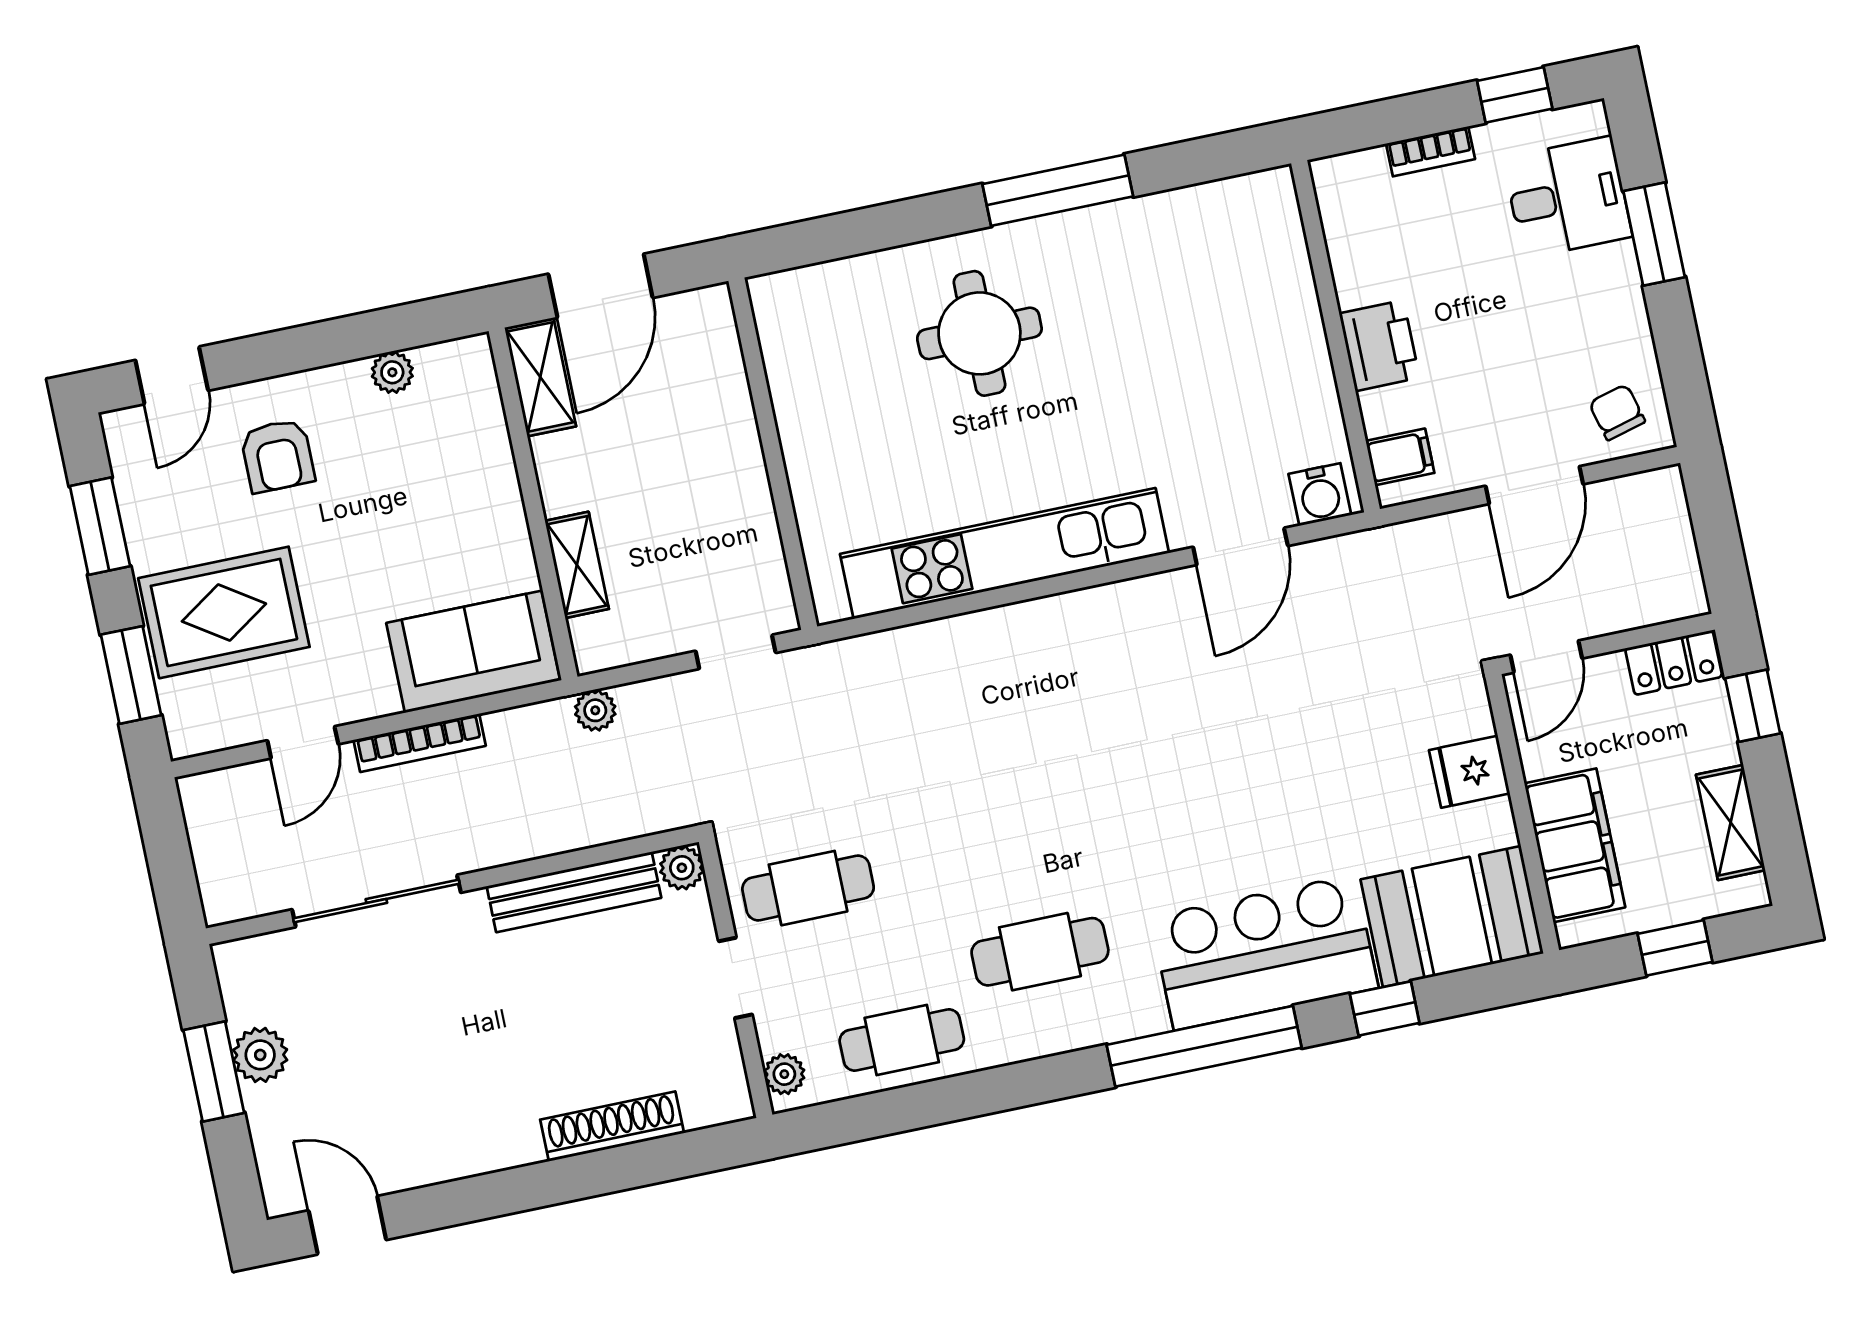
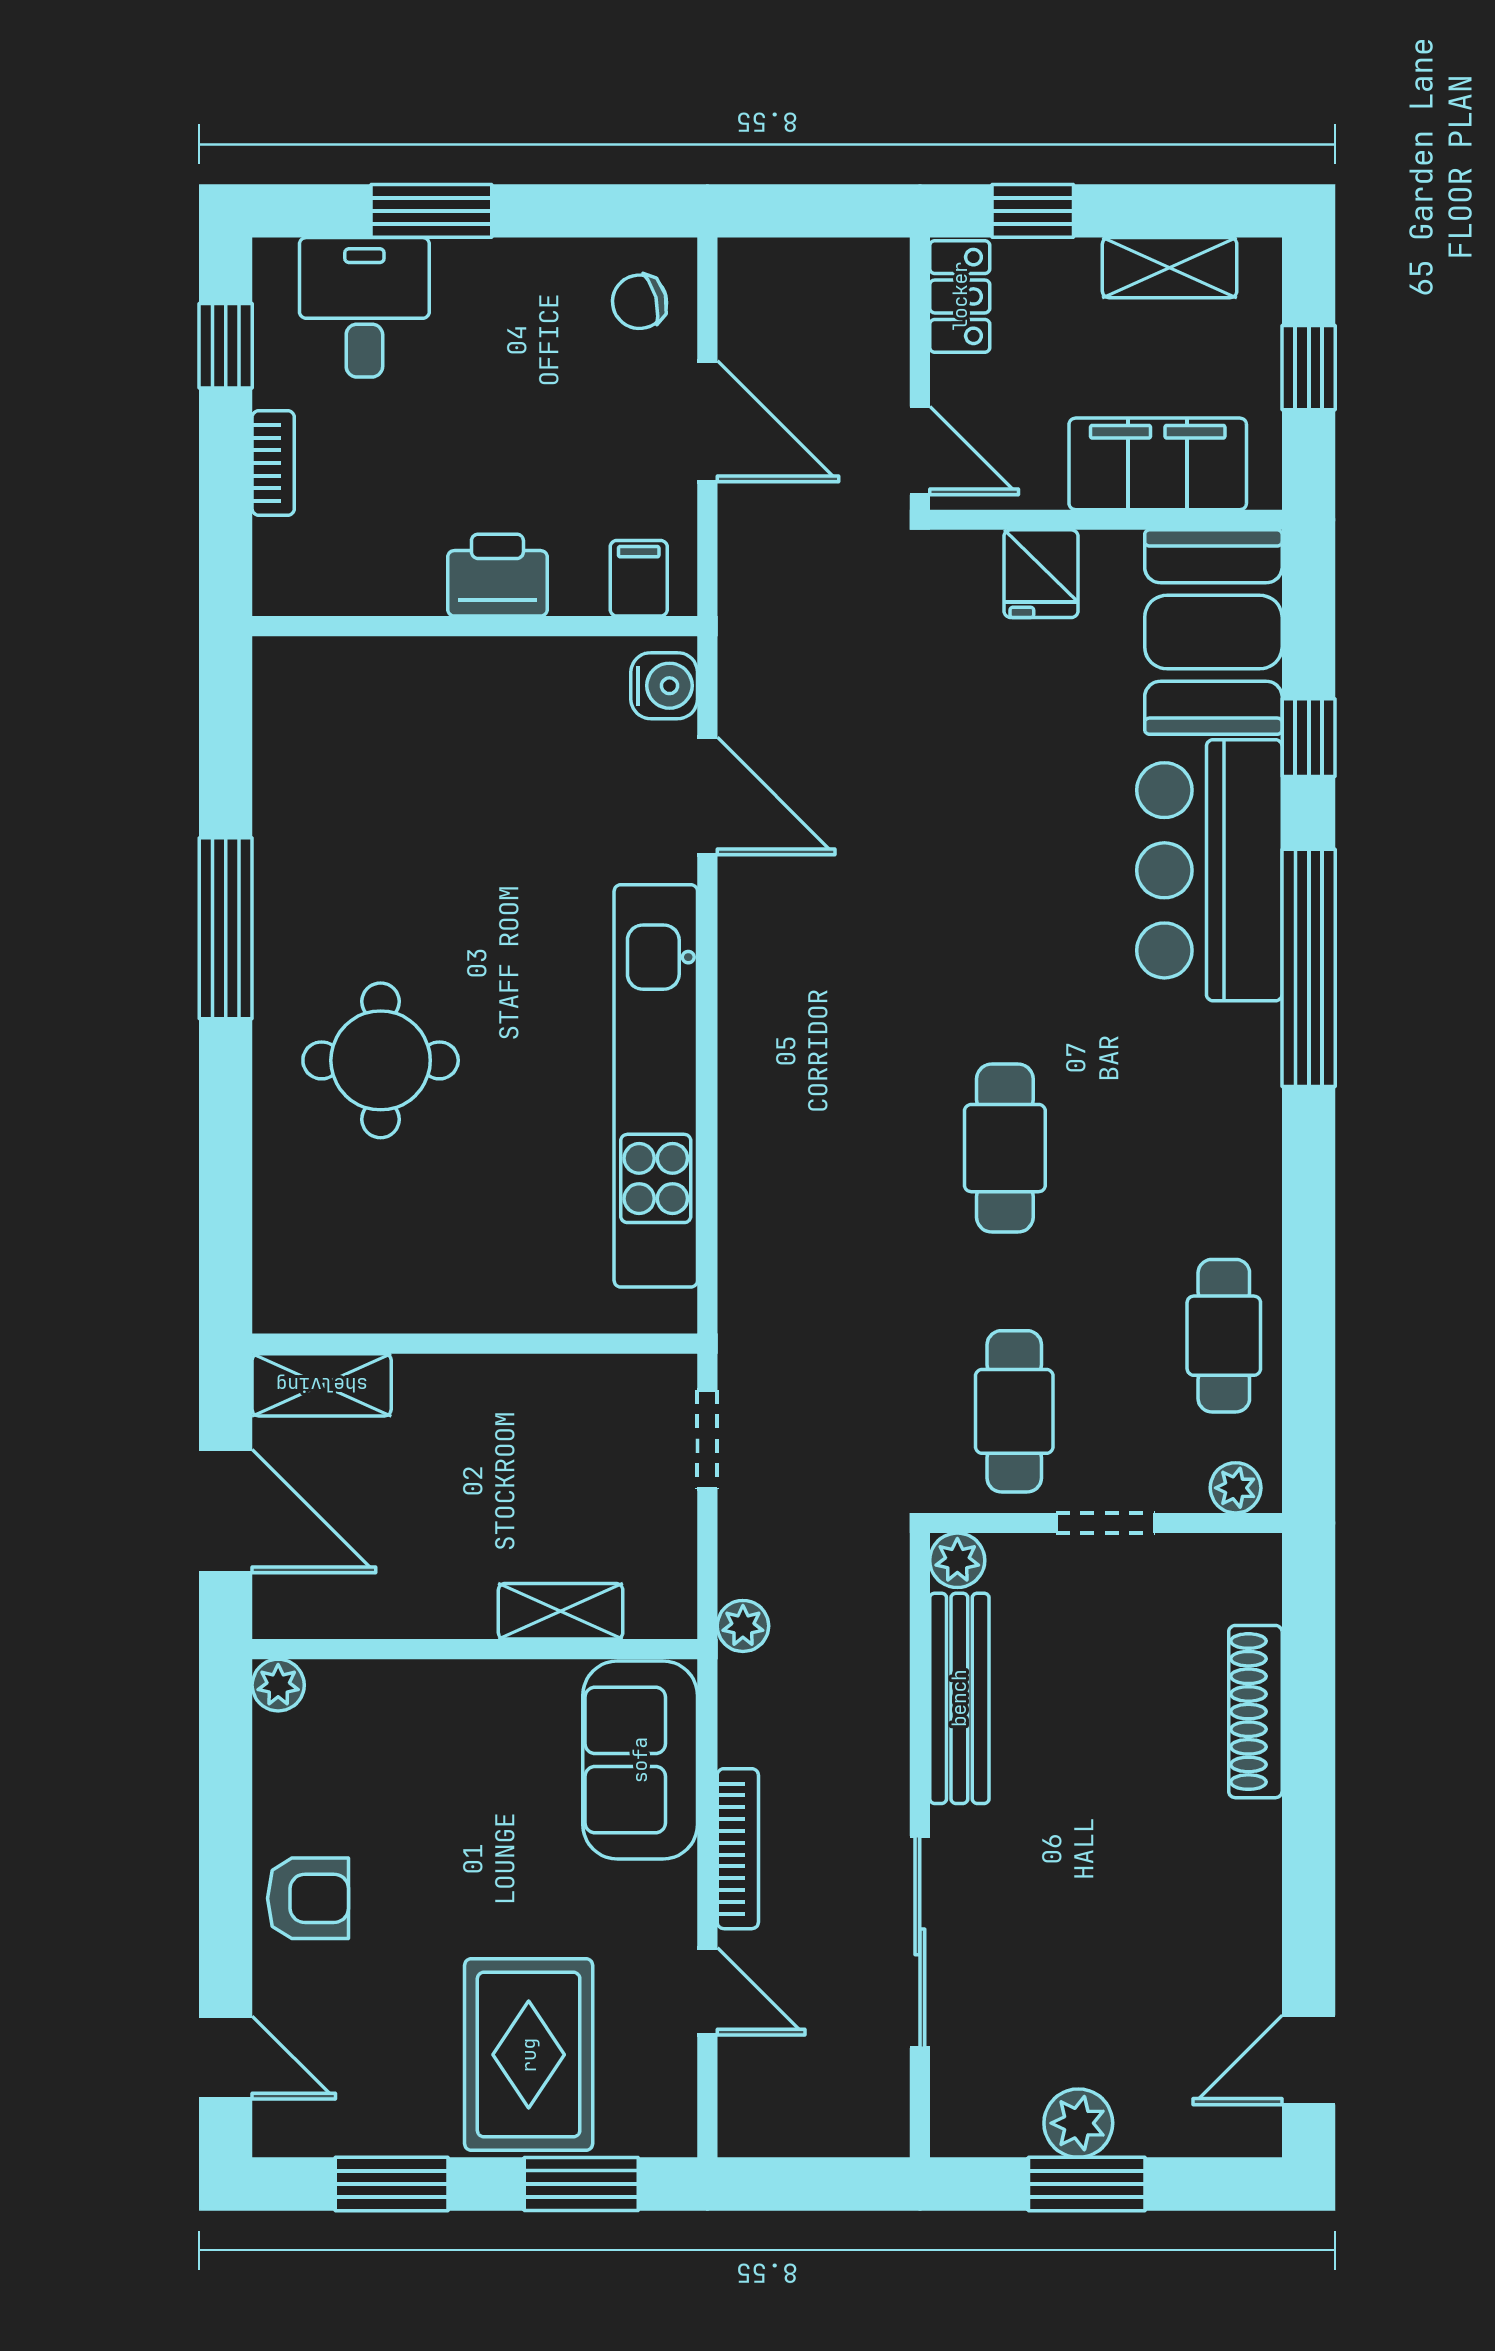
plant: (392, 372) -> (278, 1685), moved
shelving: (540, 377) -> (322, 1385), moved
armchair: (277, 456) -> (308, 1898), moved
cafe table: (1040, 952) -> (1005, 1148), moved

